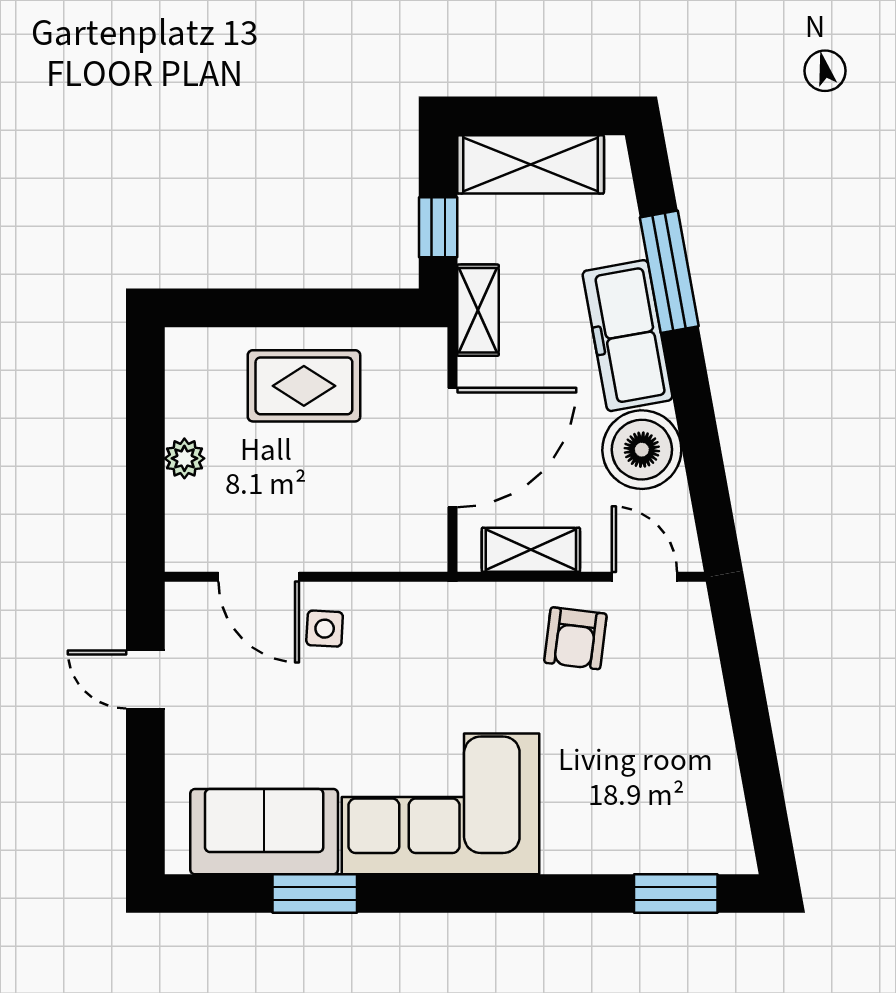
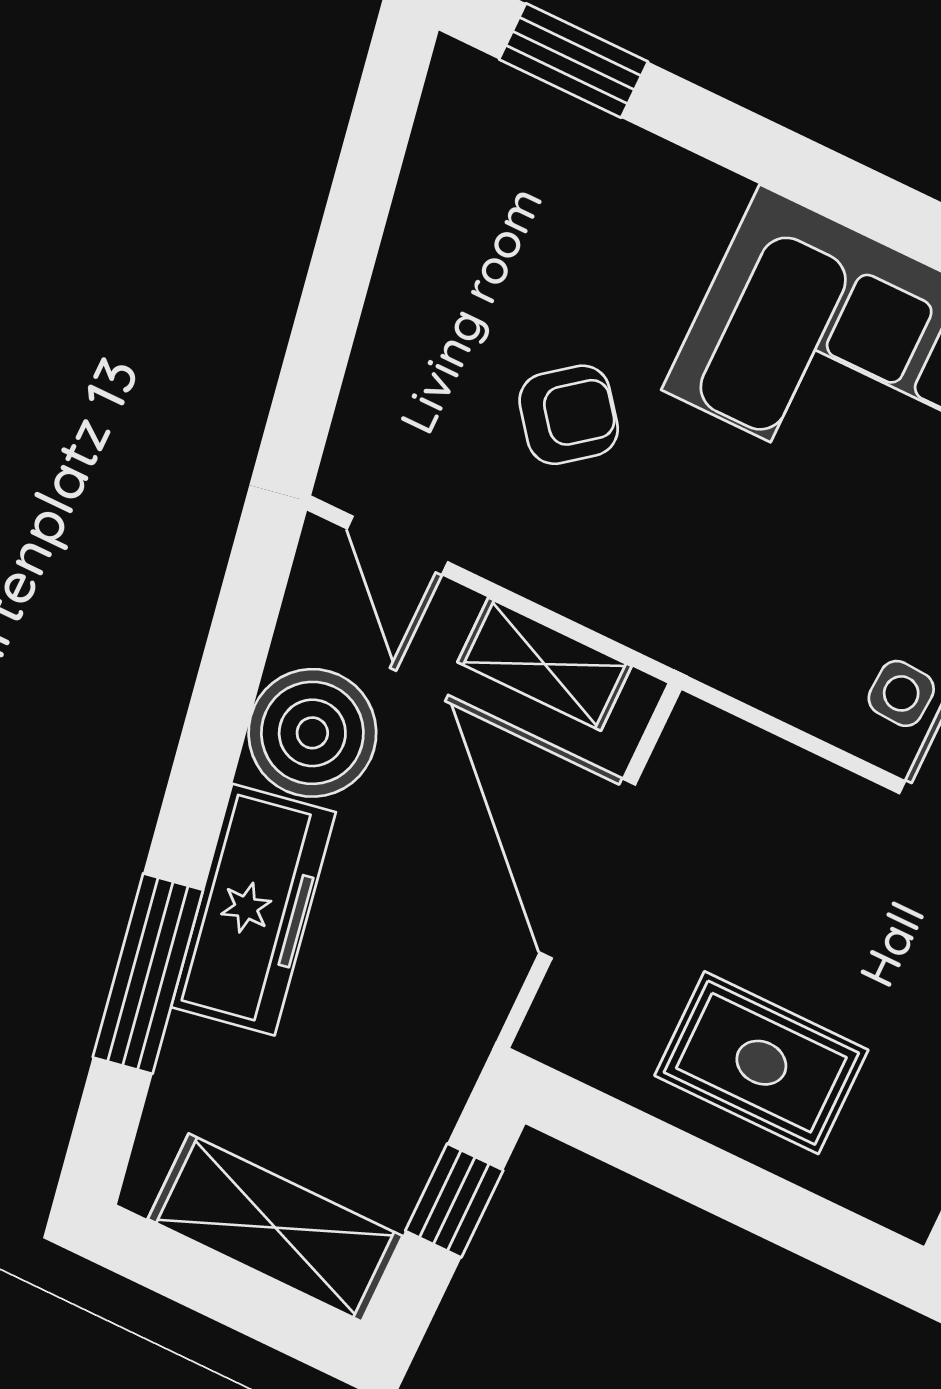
shelving: (478, 310) -> (454, 1051), removed
door: (453, 447) -> (587, 869), hinge flipped
armchair: (575, 638) -> (569, 415), moved, turned 45

